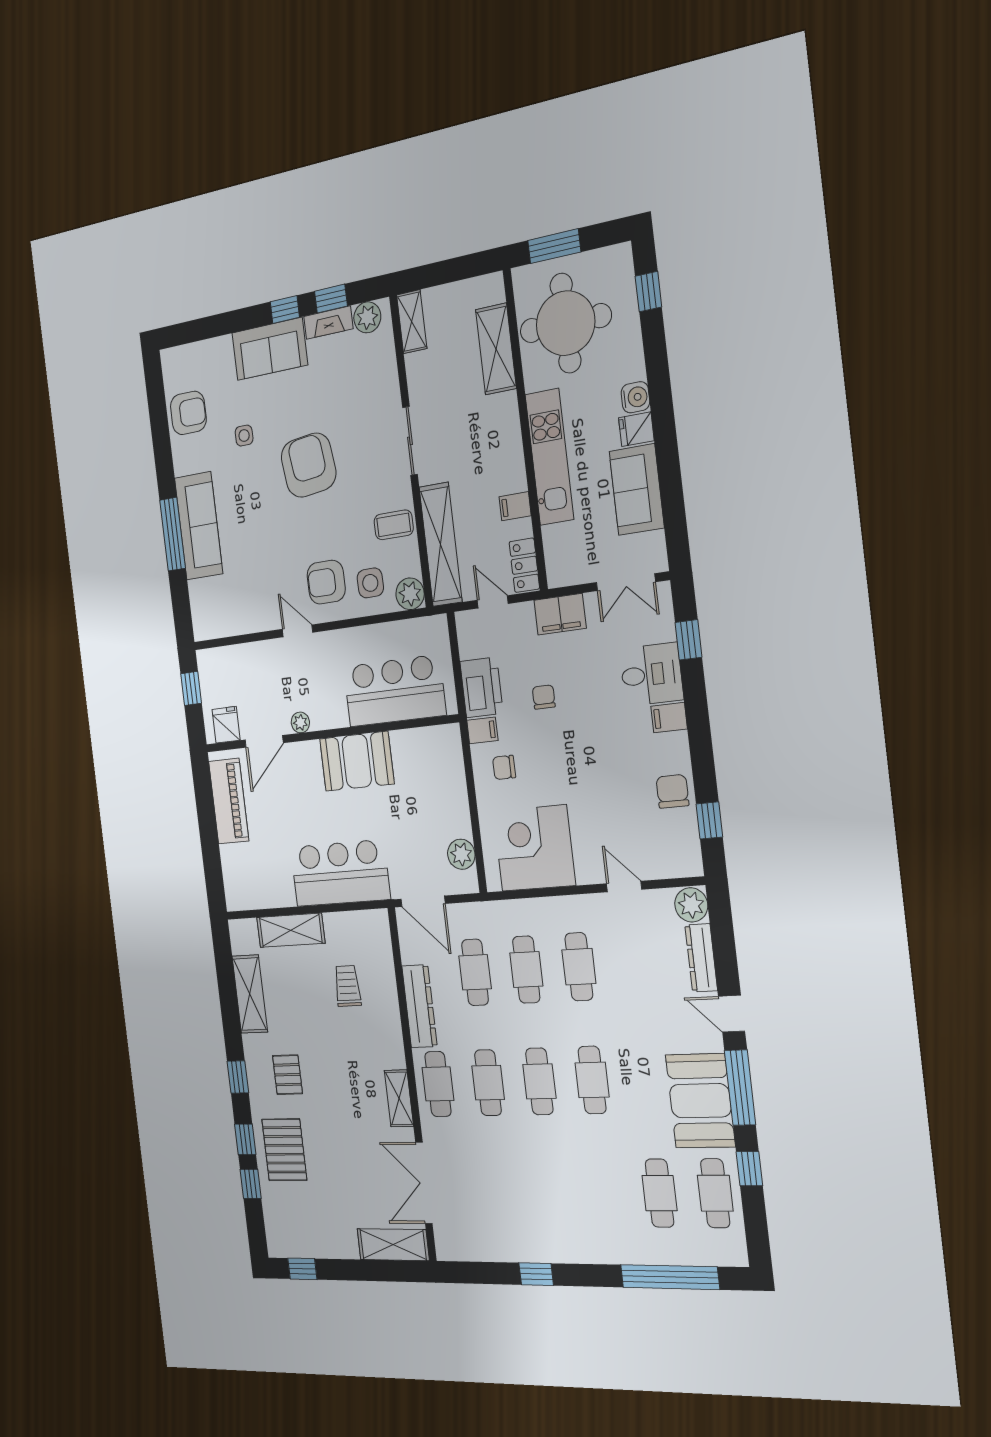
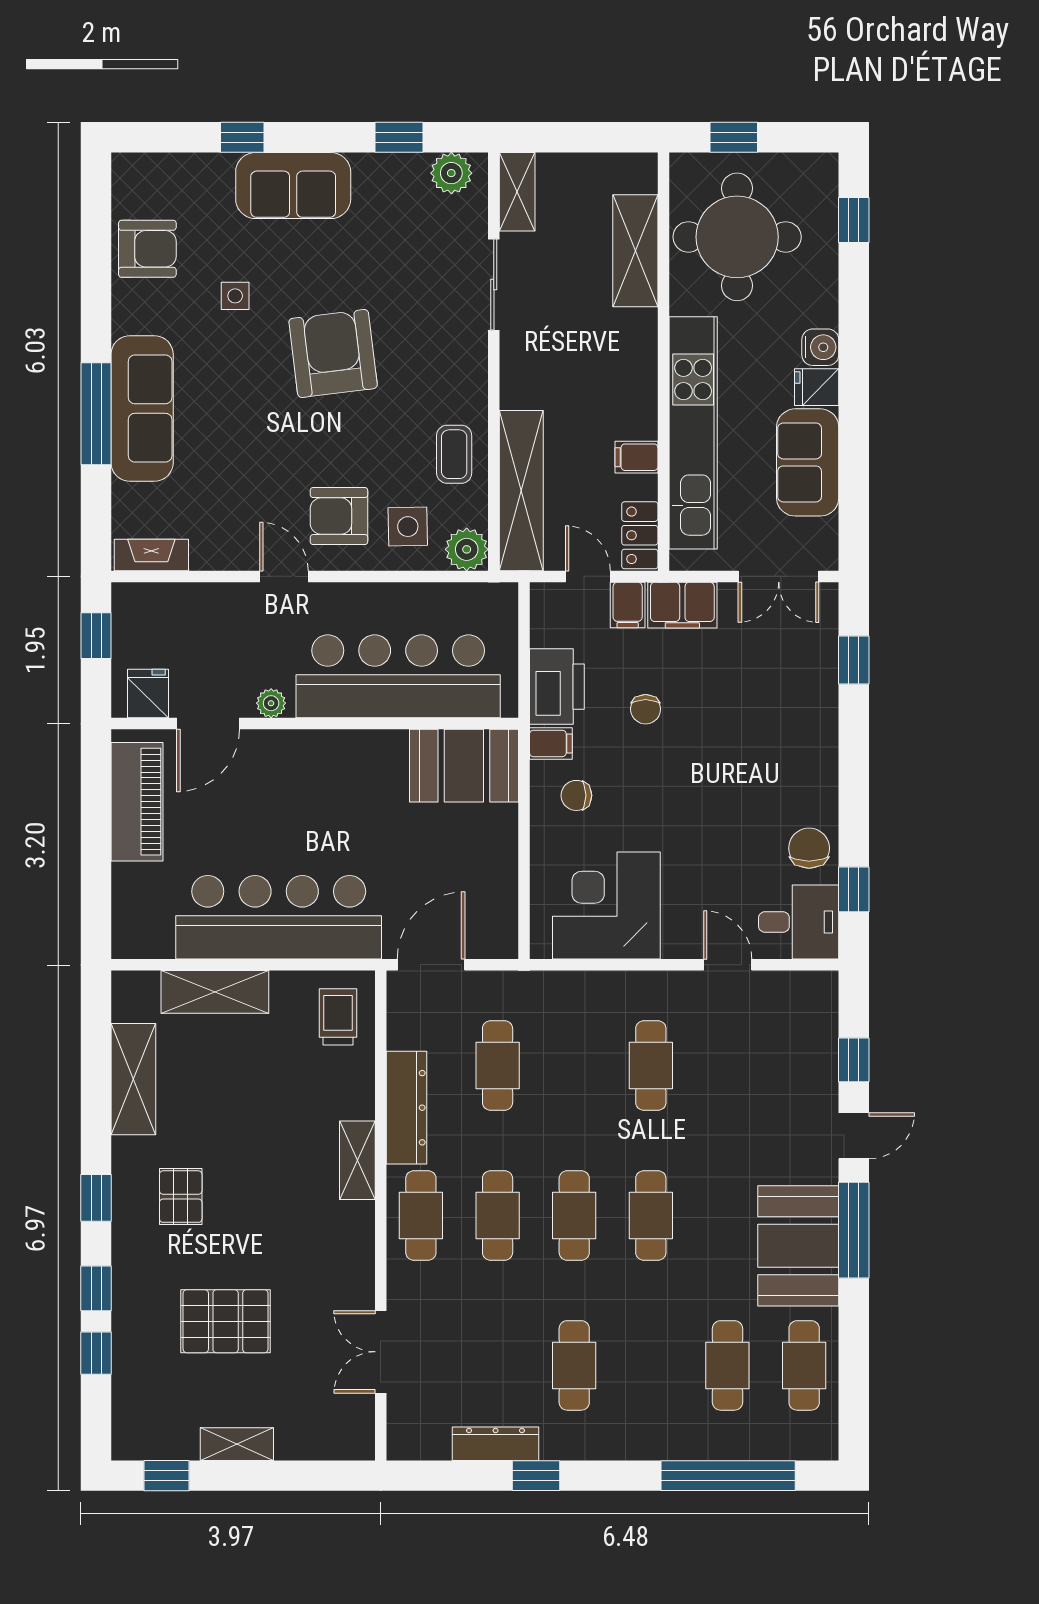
window: (554, 246) -> (734, 137), width x0.67
window: (285, 310) -> (242, 137), moved
fireplace: (328, 323) -> (151, 555), moved, turned 180
sliding door: (410, 441) -> (494, 285), moved
kitchen unit: (549, 457) -> (693, 433), width x1.36
coffee table: (394, 525) -> (454, 454), turned 90
desk: (651, 674) -> (799, 922), moved
bar counter: (394, 691) -> (398, 676), width x1.36
chair: (544, 697) -> (646, 709), turned 180
filing cabinet: (669, 718) -> (628, 605), moved, turned -90
booth: (357, 761) -> (464, 766), moved
plant: (461, 854) -> (498, 905), removed
bar counter: (340, 873) -> (279, 917), width x1.36
door: (423, 901) -> (431, 965), swing flipped
plant: (691, 905) -> (817, 994), removed
dresser: (701, 958) -> (496, 1444), moved, turned 90
cafe table: (526, 970) -> (574, 1365), moved
trolley: (347, 986) -> (338, 1017), moved
door: (732, 1014) -> (854, 1136), swing flipped
shelving: (399, 1098) -> (357, 1160), moved
pallet: (284, 1150) -> (226, 1321), moved, turned 90
window: (749, 1169) -> (854, 1060), moved
double door: (424, 1183) -> (381, 1352), width x0.73
shelving: (393, 1245) -> (237, 1444), moved, width x0.67, depth x0.75

